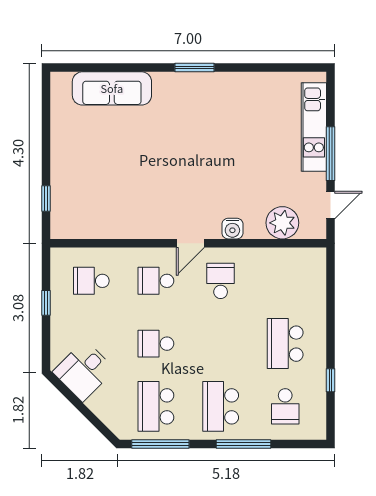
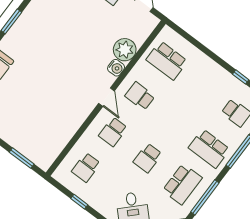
window: (46, 199) -> (22, 158), width x1.50
plant: (282, 223) -> (125, 50), moved
school desk: (285, 344) -> (167, 60), moved
school desk: (156, 406) -> (182, 184), turned -90

